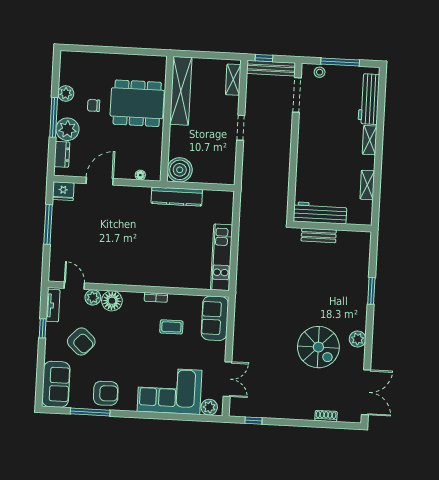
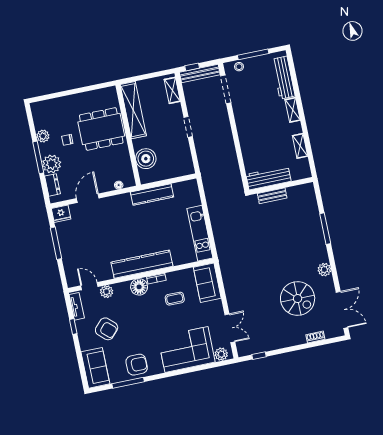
boiler: (180, 170) -> (146, 159), moved
kitchen counter: (143, 276) -> (142, 264), added
window: (371, 291) -> (325, 229), width x1.44
floor lamp: (112, 301) -> (139, 287), moved
spiral stairs: (318, 347) -> (298, 299), moved

